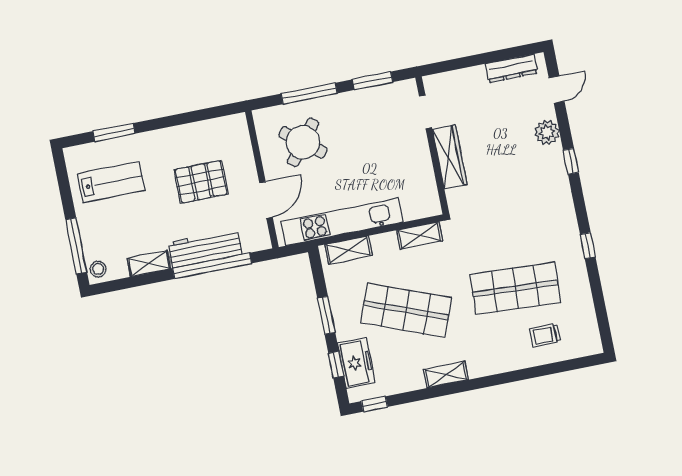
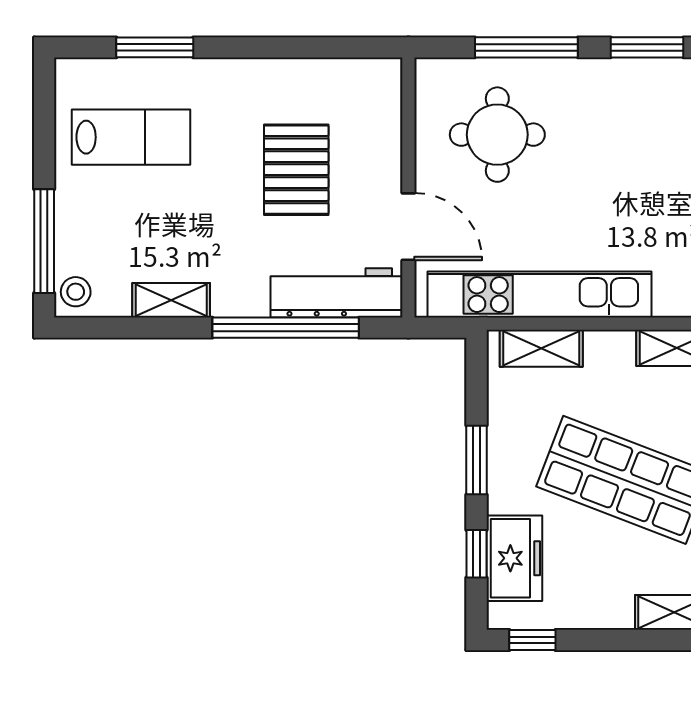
round table: (303, 142) -> (497, 135), turned -38
pallet: (201, 182) -> (296, 170), turned 90
door: (266, 200) -> (408, 227), hinge flipped
workbench: (205, 248) -> (336, 293), moved

